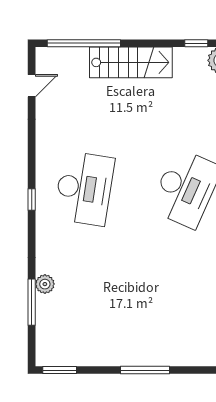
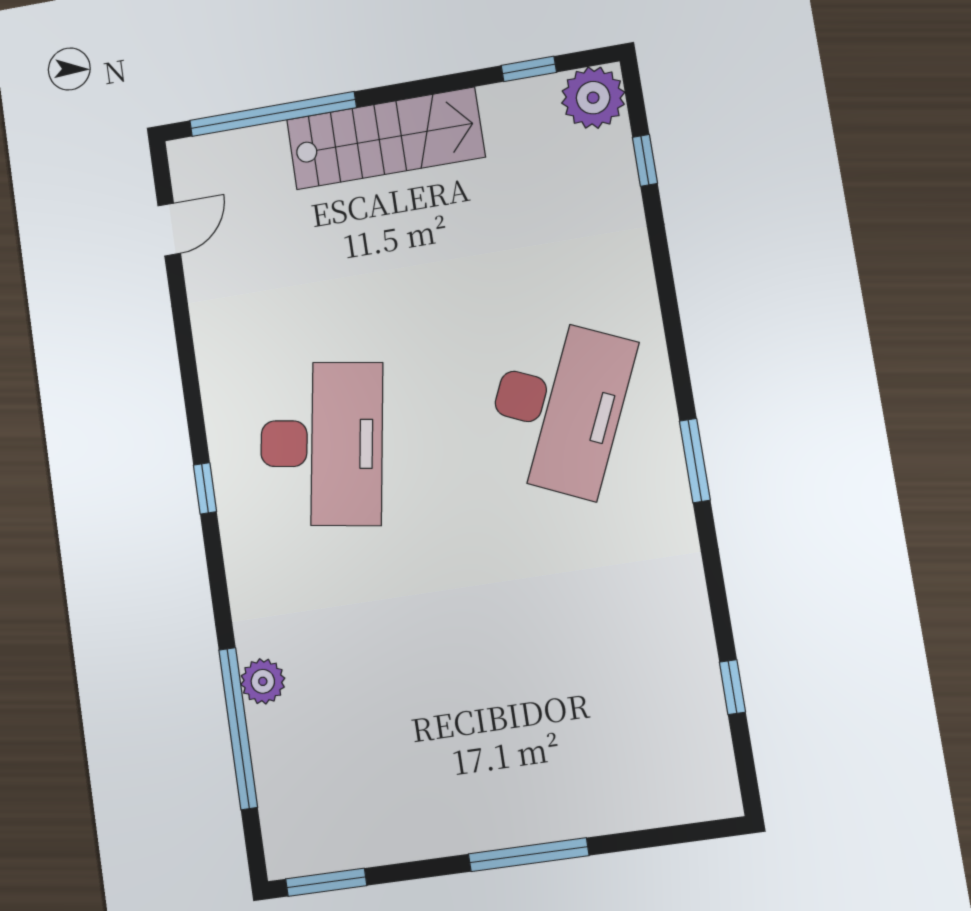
window: (32, 302) -> (238, 728), width x1.46

